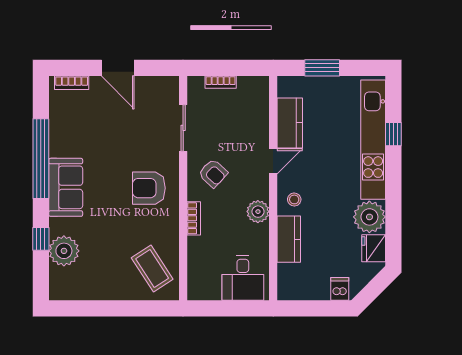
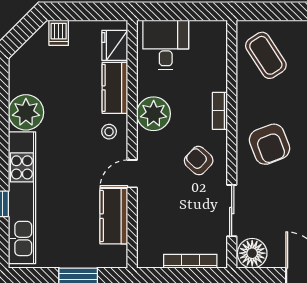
bookcase: (221, 82) -> (190, 261), width x1.56
floor lamp: (165, 89) -> (252, 253), added
armchair: (149, 188) -> (270, 144), turned 69
plant: (258, 212) -> (154, 114), width x1.36, depth x1.36
fridge: (374, 248) -> (115, 45), moved, turned 180

